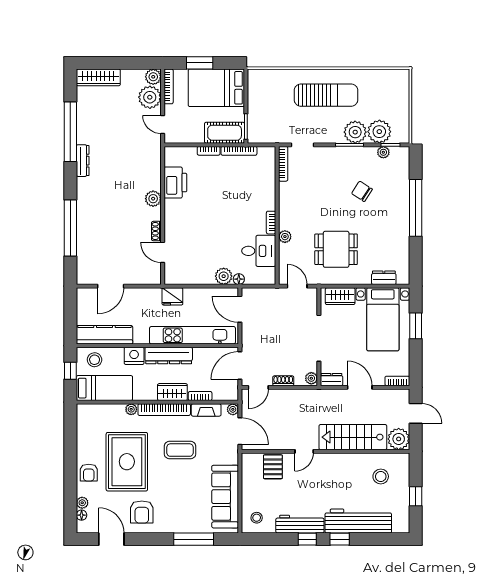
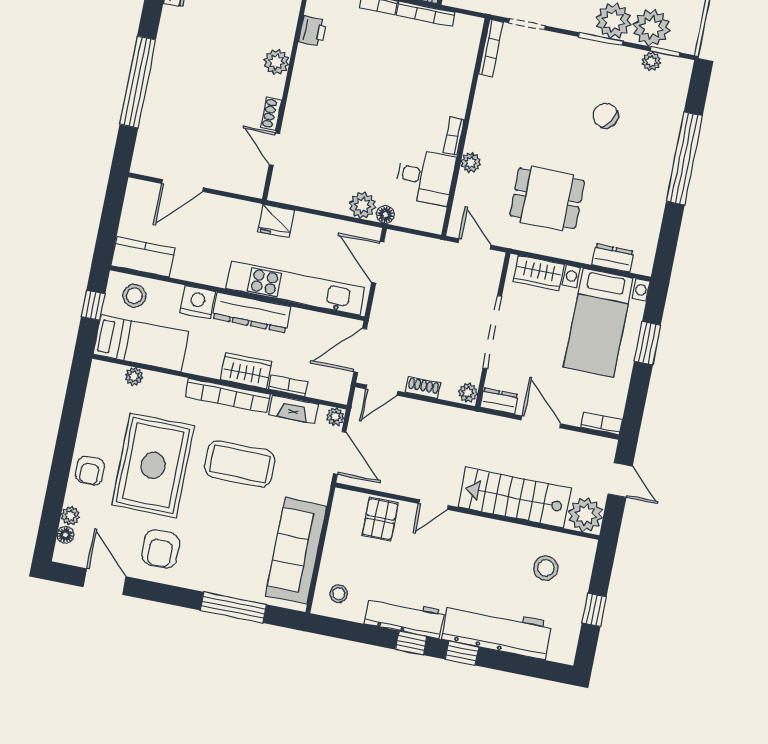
printer: (175, 183) -> (313, 31), width x0.53, depth x0.68
kitchen counter: (104, 335) -> (143, 257), width x0.67
plant: (131, 409) -> (134, 376), moved
coffee table: (180, 450) -> (240, 464), width x1.36, depth x1.32

